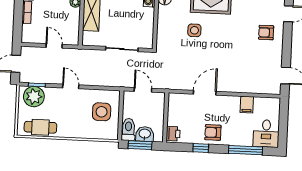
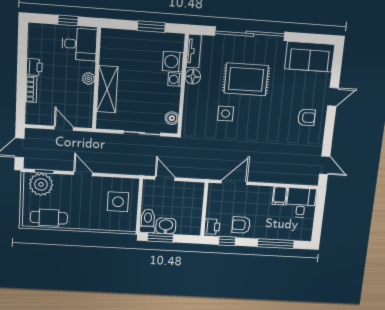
armchair: (266, 33) -> (306, 117), turned 180
boiler: (148, 35) -> (172, 118), added
wall: (166, 117) -> (204, 209), moved
desk: (266, 133) -> (301, 203), moved, turned 180
printer: (173, 134) -> (212, 227), moved

